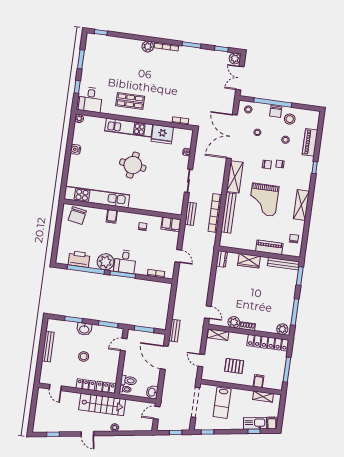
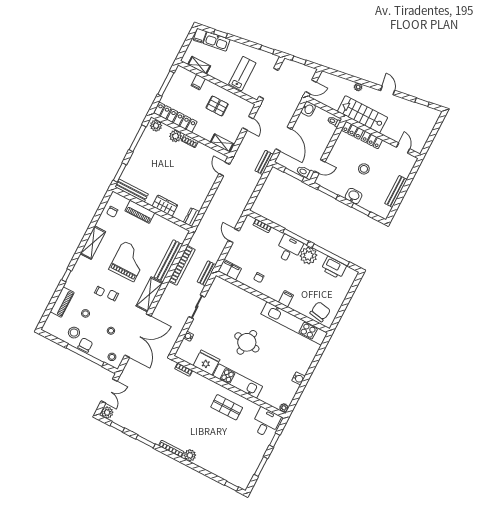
plant: (234, 322) -> (176, 136), moved
toilet: (129, 381) -> (305, 172), moved

